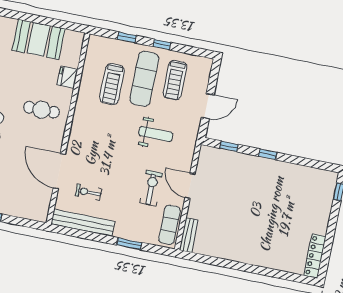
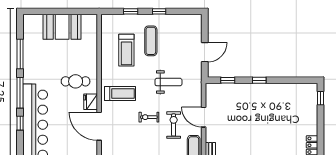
fridge: (67, 77) -> (91, 102), moved
exercise mat: (144, 79) -> (151, 41), width x0.73, depth x0.69
treadmill: (175, 80) -> (120, 93), moved, turned -90
exercise bike: (88, 192) -> (149, 117), moved

